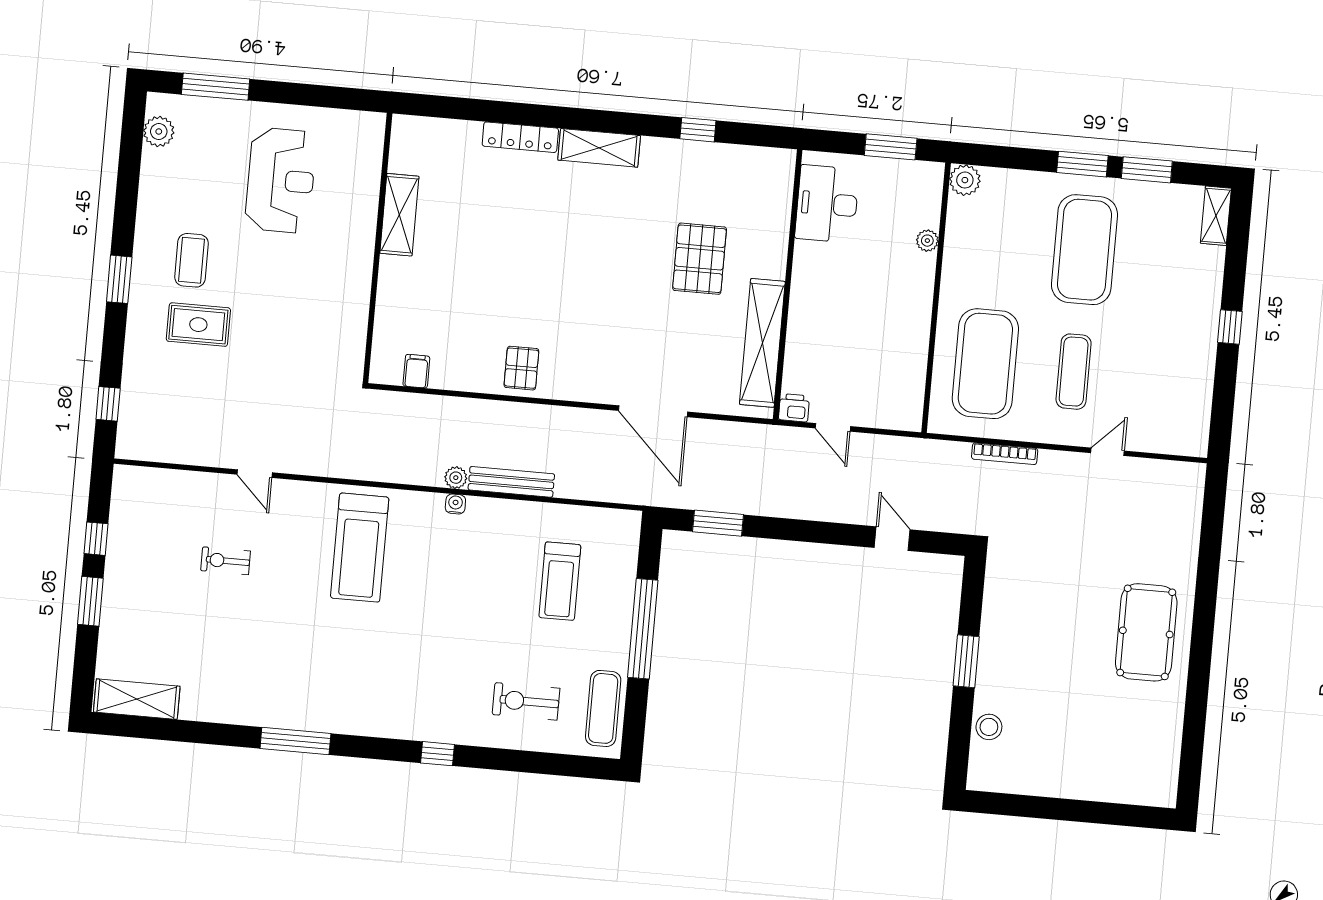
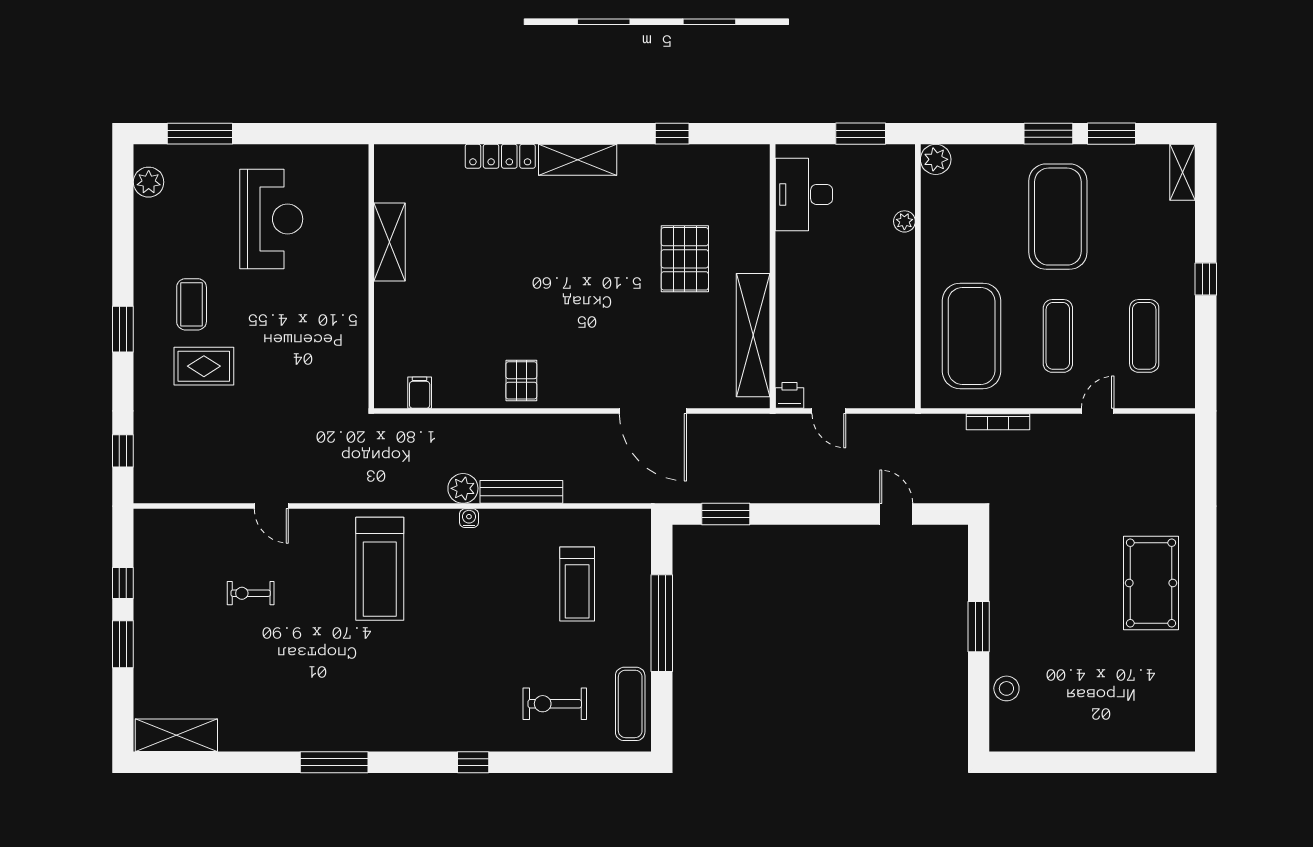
exercise mat: (1162, 379) -> (1144, 336), added
plant: (456, 478) -> (463, 488), width x1.38, depth x1.38

